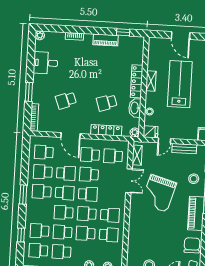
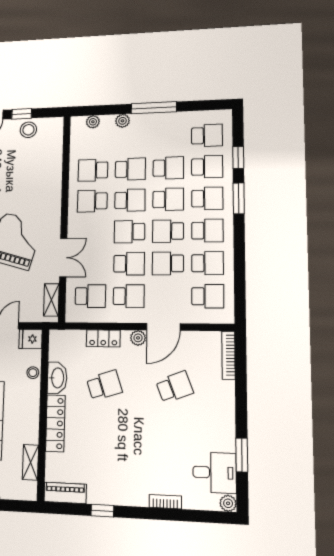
window: (123, 32) -> (102, 511), moved
piano: (106, 40) -> (65, 493), moved
desk: (46, 63) -> (214, 473), moved
shelving: (151, 81) -> (31, 462), moved
window: (29, 92) -> (242, 455), moved
locker: (106, 130) -> (103, 338), width x0.66
plant: (135, 132) -> (138, 338), moved
door: (71, 135) -> (163, 327), swing flipped
double door: (129, 181) -> (63, 258), swing flipped
window: (23, 194) -> (239, 198), moved
school desk: (61, 252) -> (207, 198), moved

